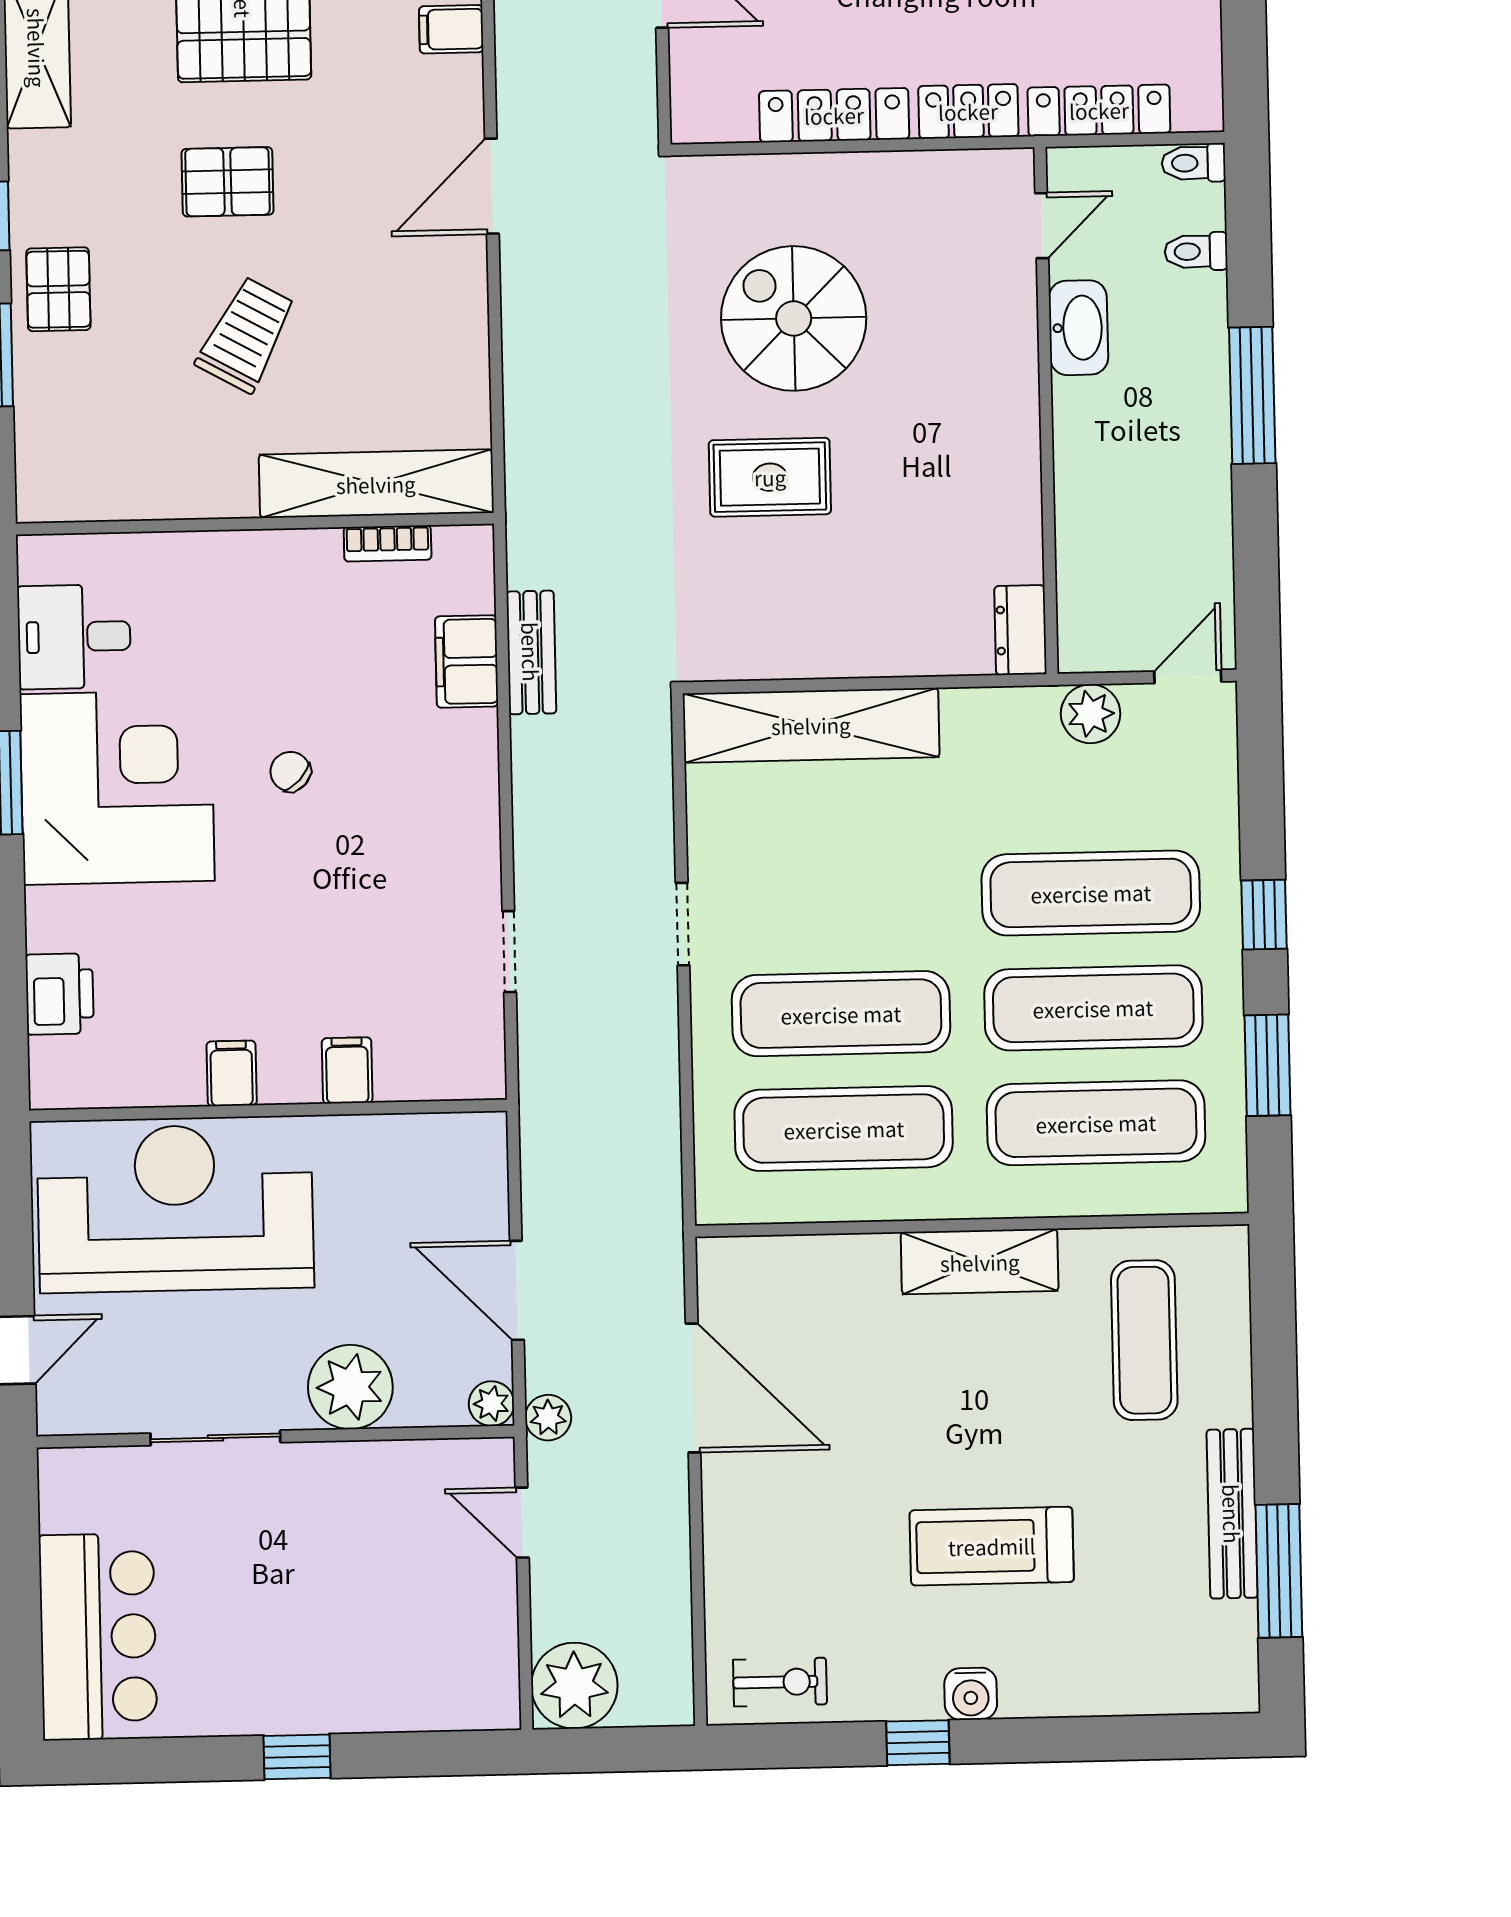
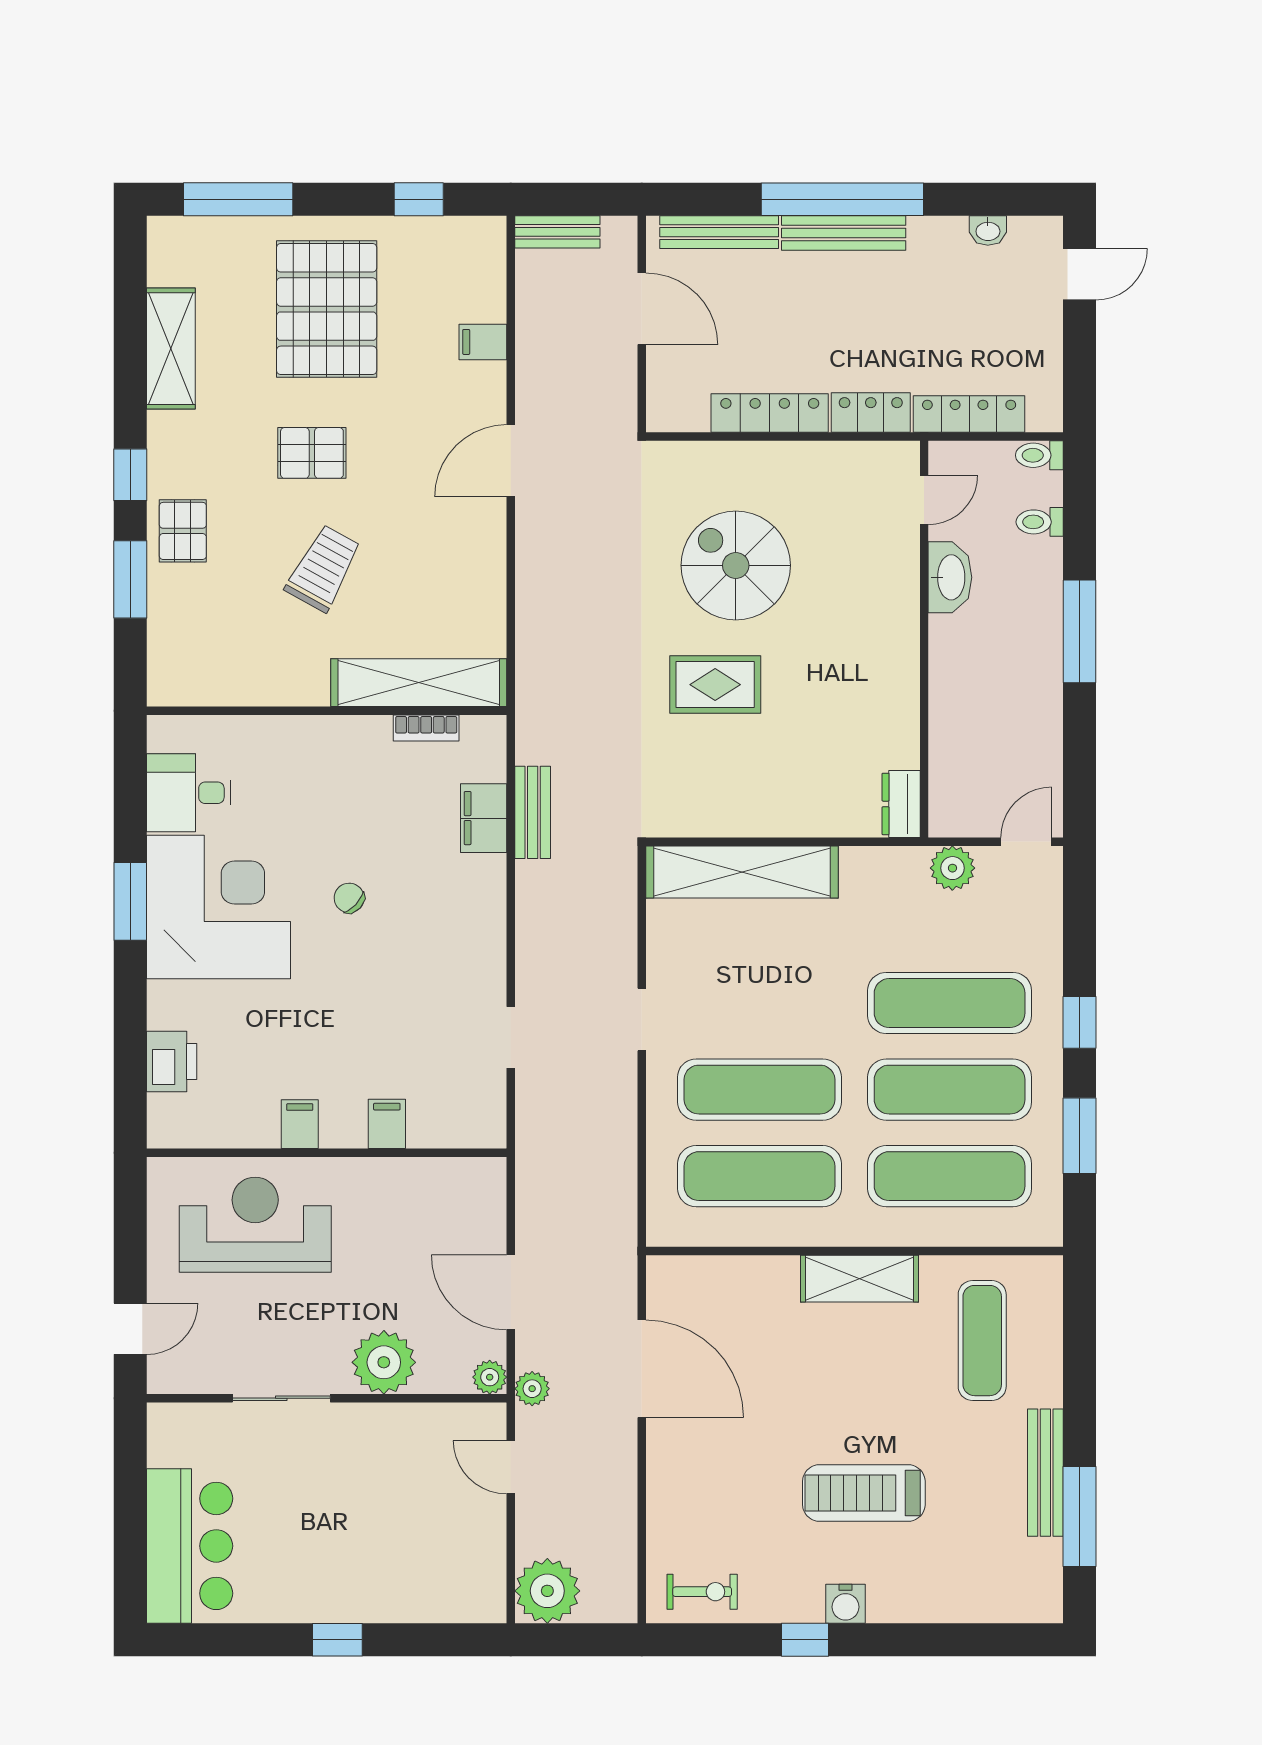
reception desk: (175, 1208) -> (255, 1225), width x0.74, depth x0.77

